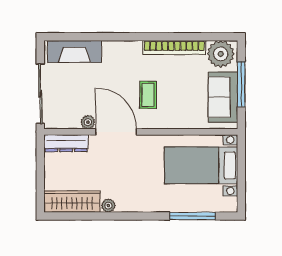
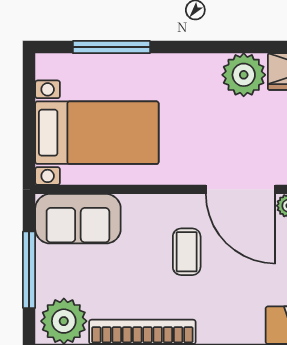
sofa: (223, 97) -> (78, 219), moved, turned 90
plant: (108, 206) -> (244, 75), width x1.87, depth x1.87

